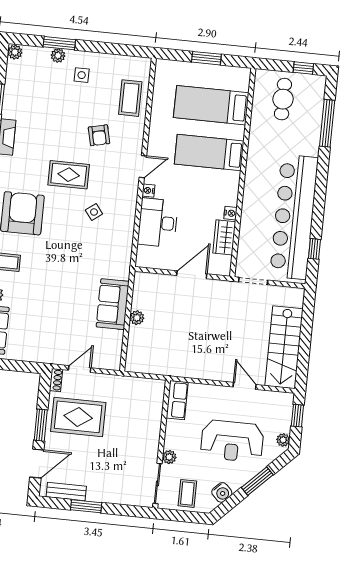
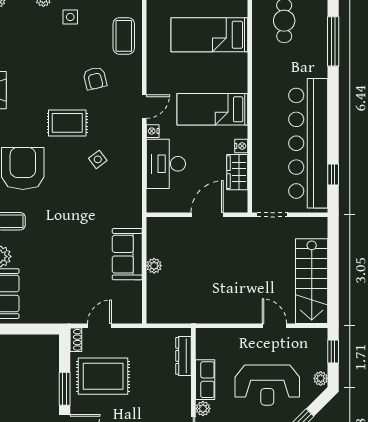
bed: (209, 153) -> (212, 109), moved
row of seats: (177, 400) -> (205, 380), moved
dresser: (156, 406) -> (184, 356), added

